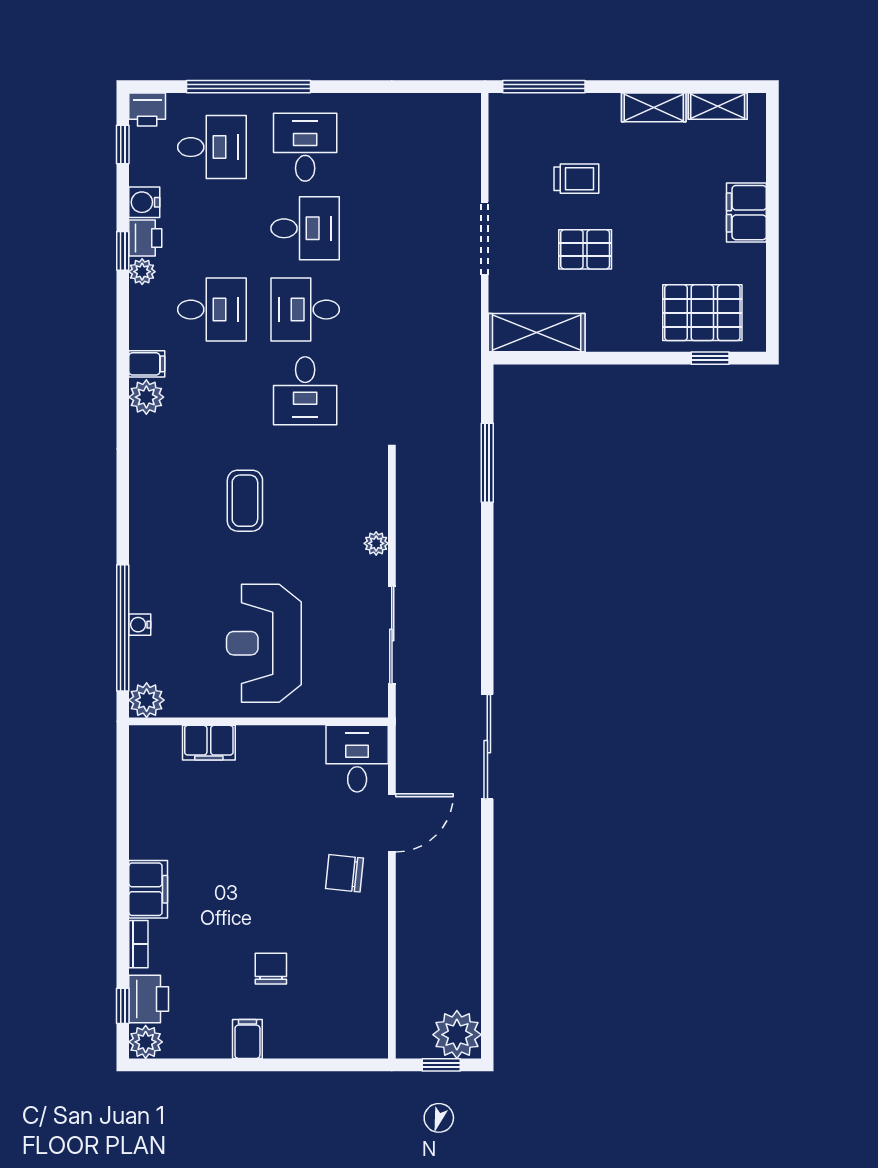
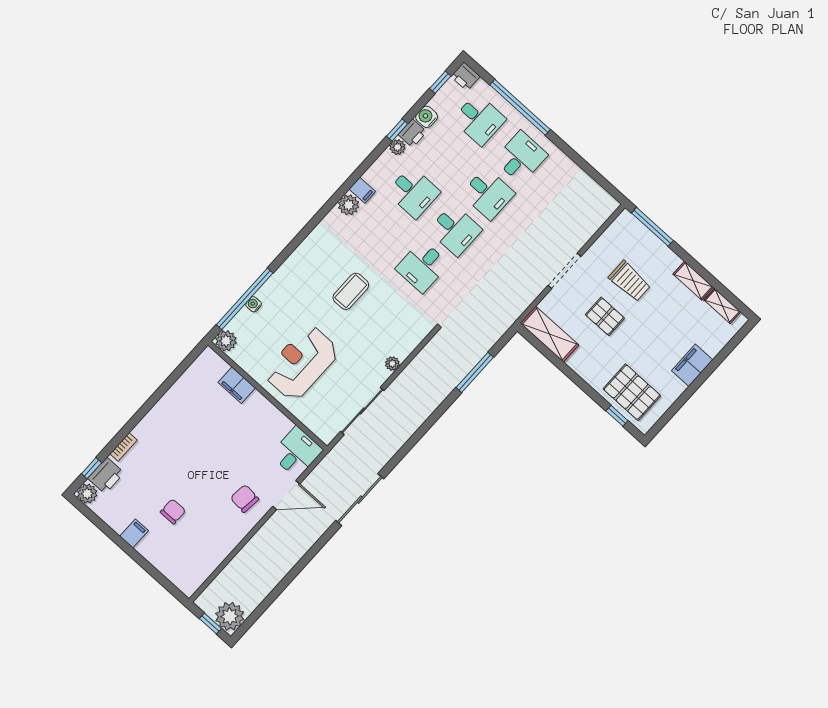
trolley: (576, 179) -> (630, 281), width x1.36, depth x1.39
desk: (305, 310) -> (455, 230), turned 180
filing cabinet: (148, 889) -> (150, 426), removed

